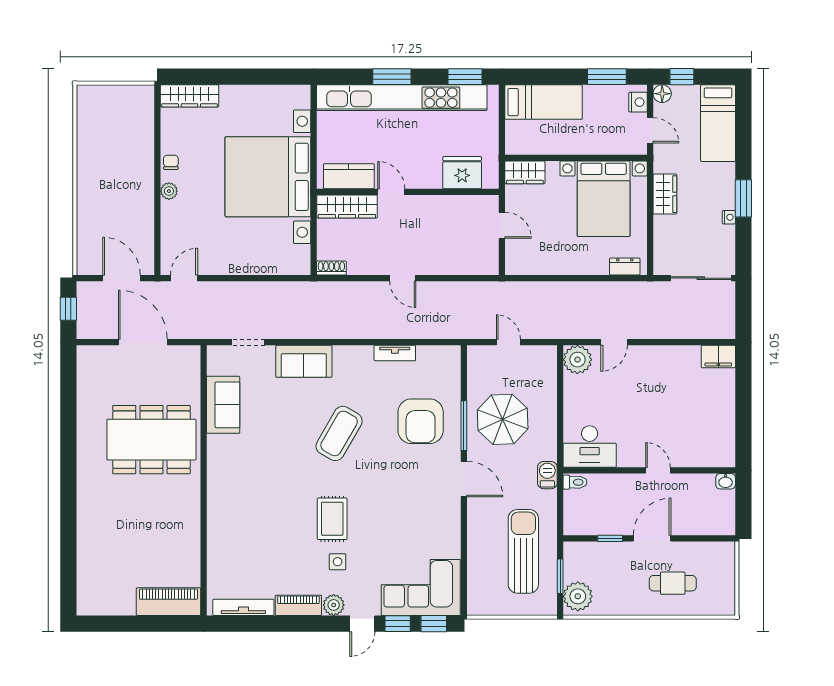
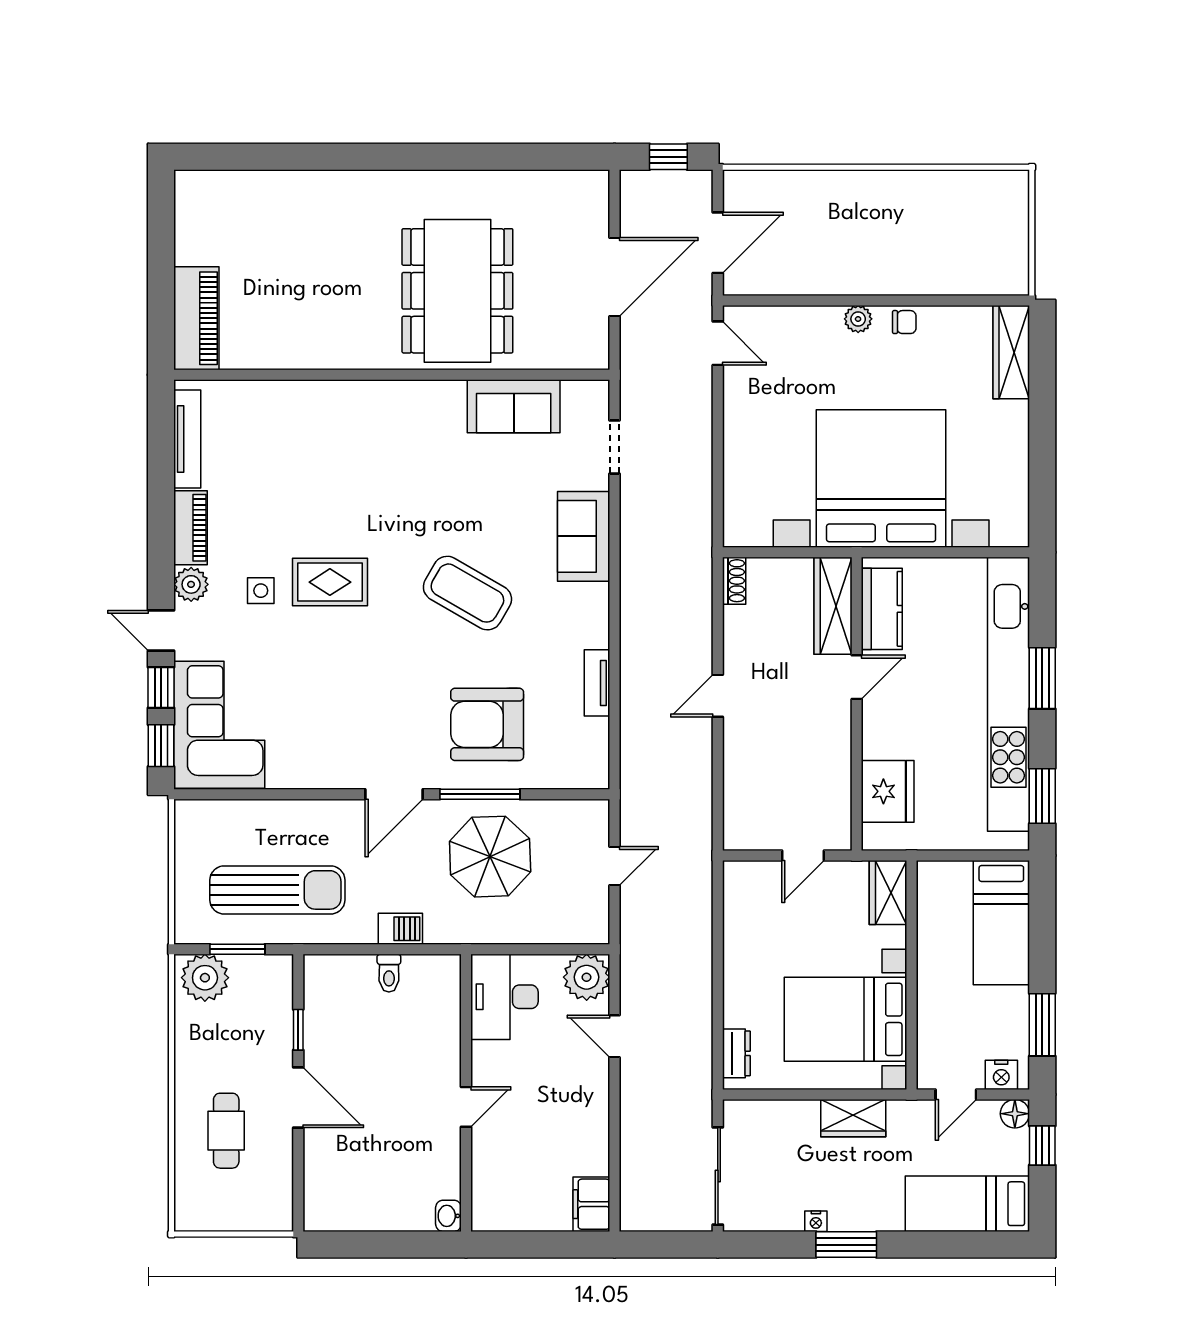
desk: (590, 447) -> (504, 997), moved
wall: (649, 470) -> (466, 1093), moved
door: (658, 470) -> (466, 1107), moved
washbasin: (726, 481) -> (448, 1216), moved

